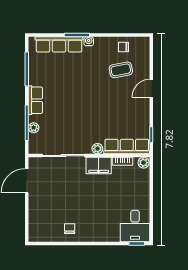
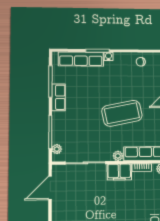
coffee table: (121, 70) -> (122, 113), moved, width x1.86, depth x1.72
row of seats: (35, 100) -> (59, 97), moved
plant: (34, 128) -> (57, 149), moved

